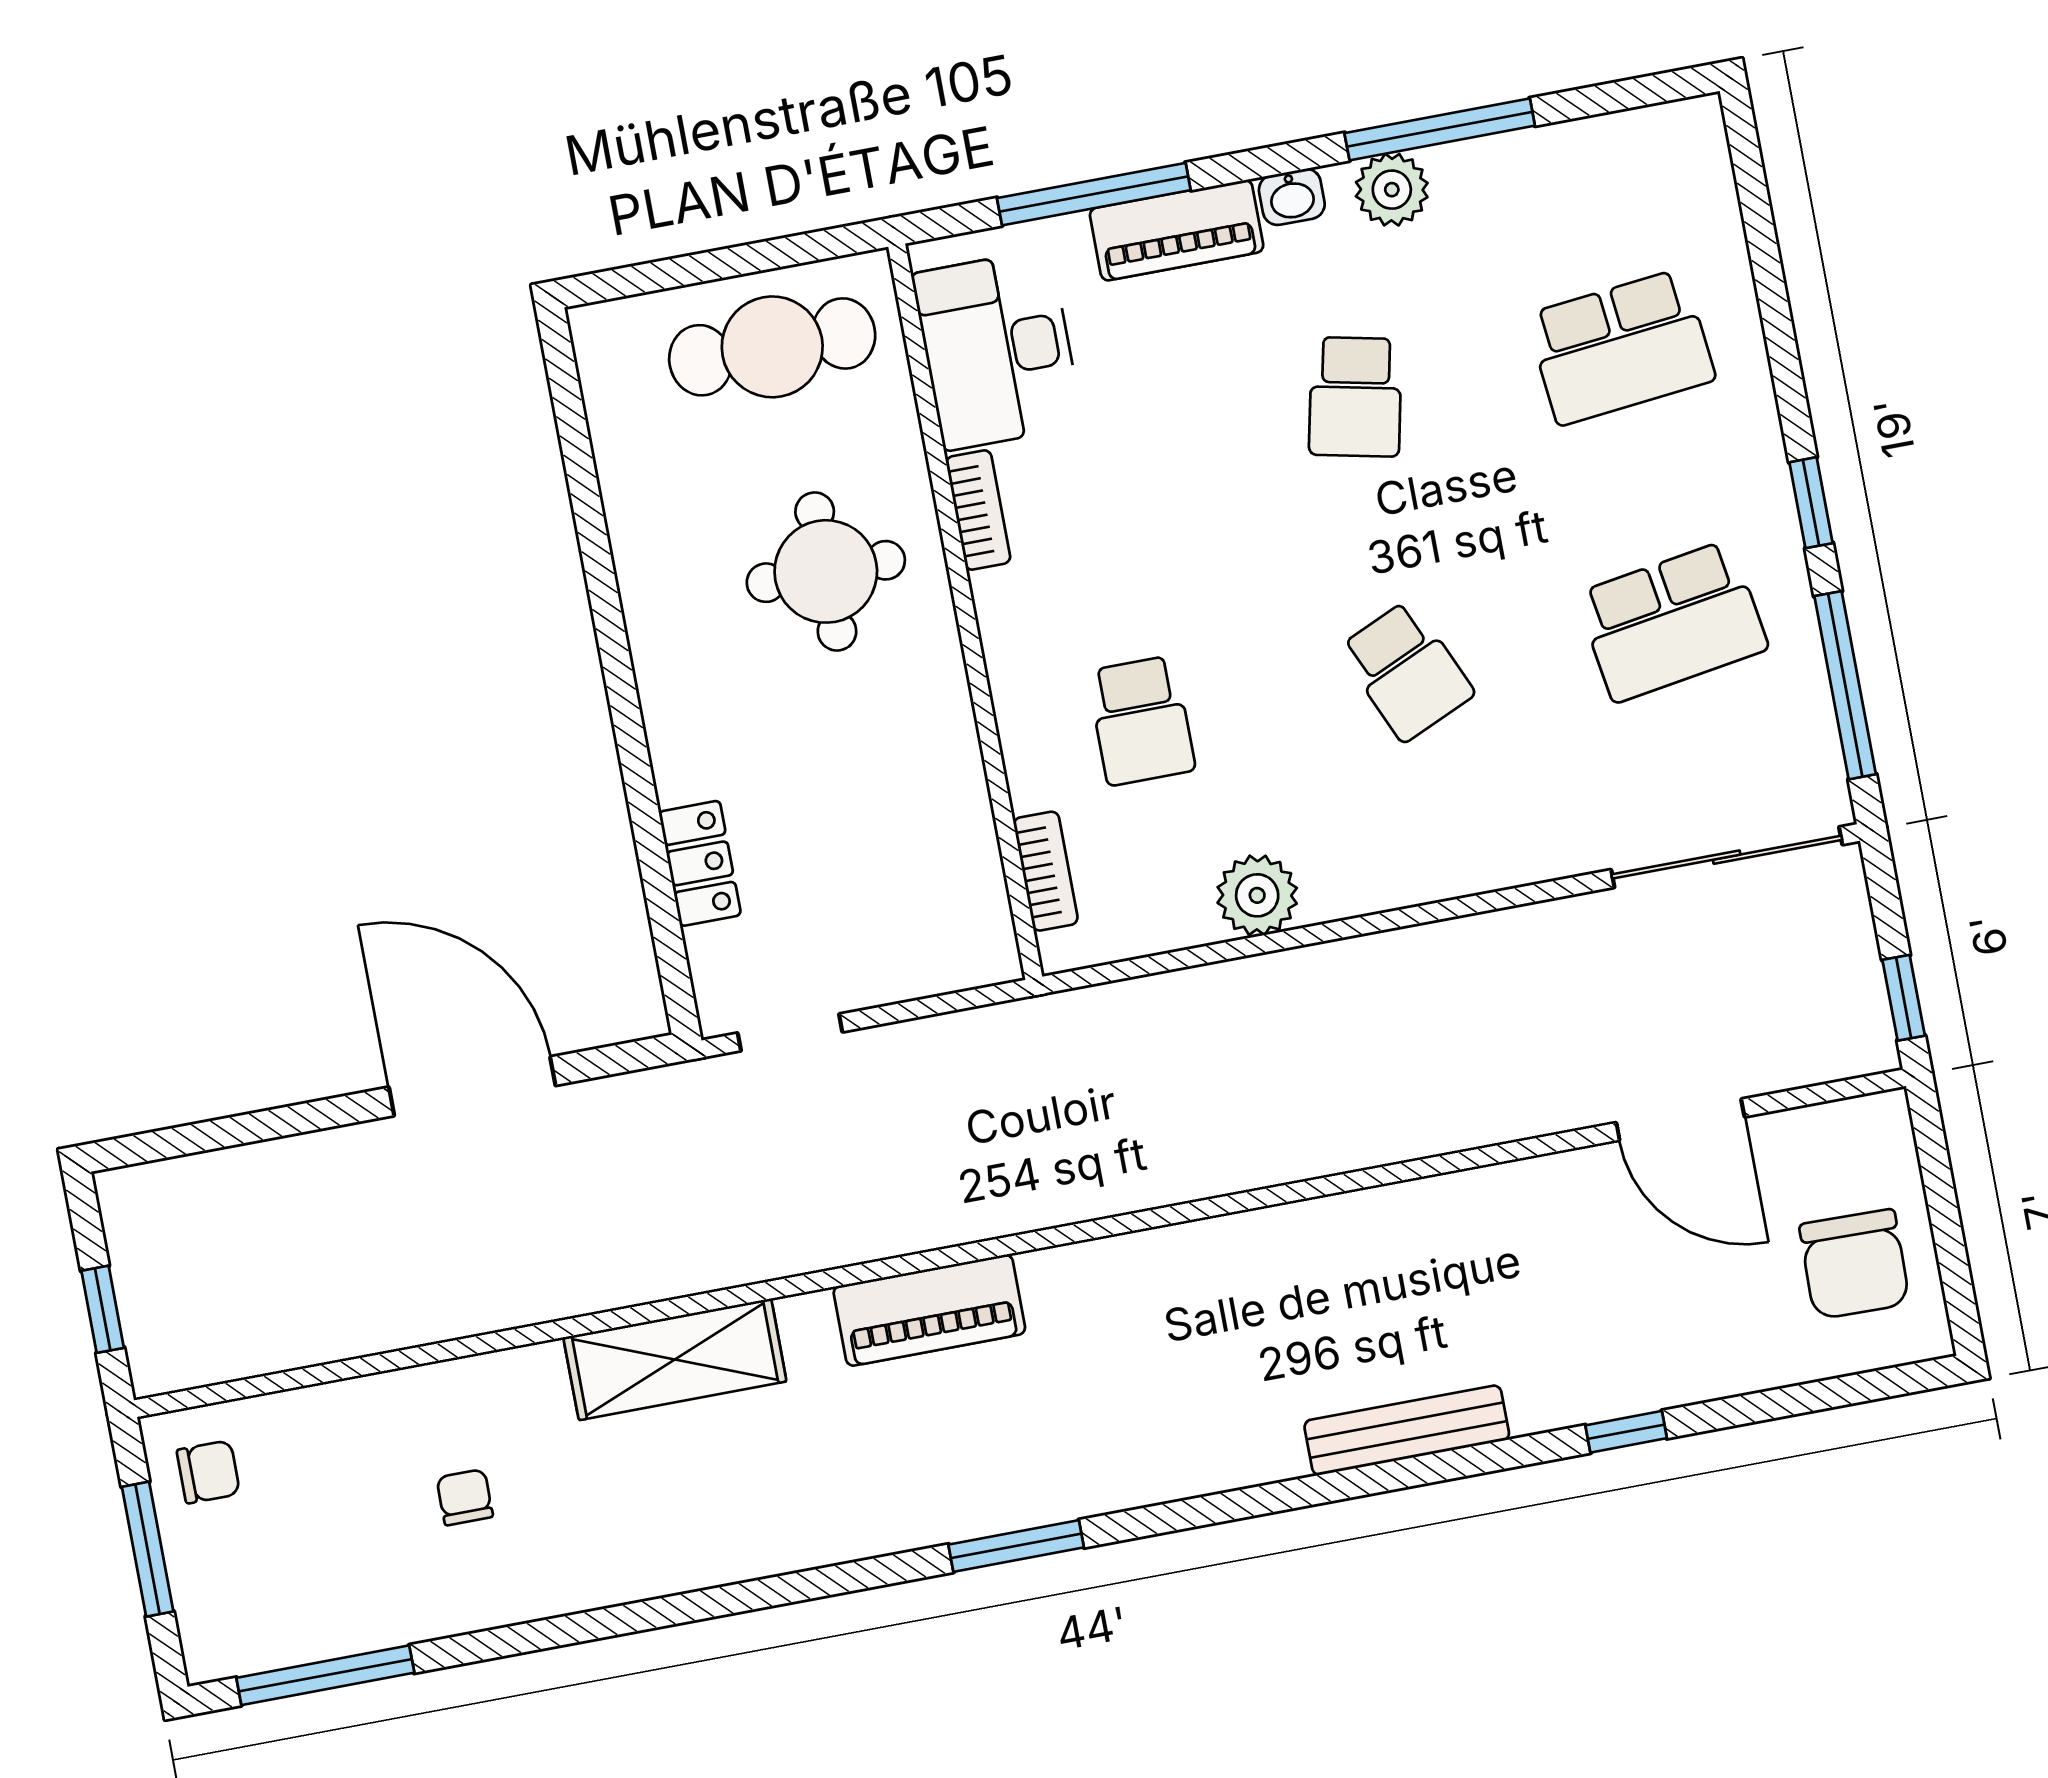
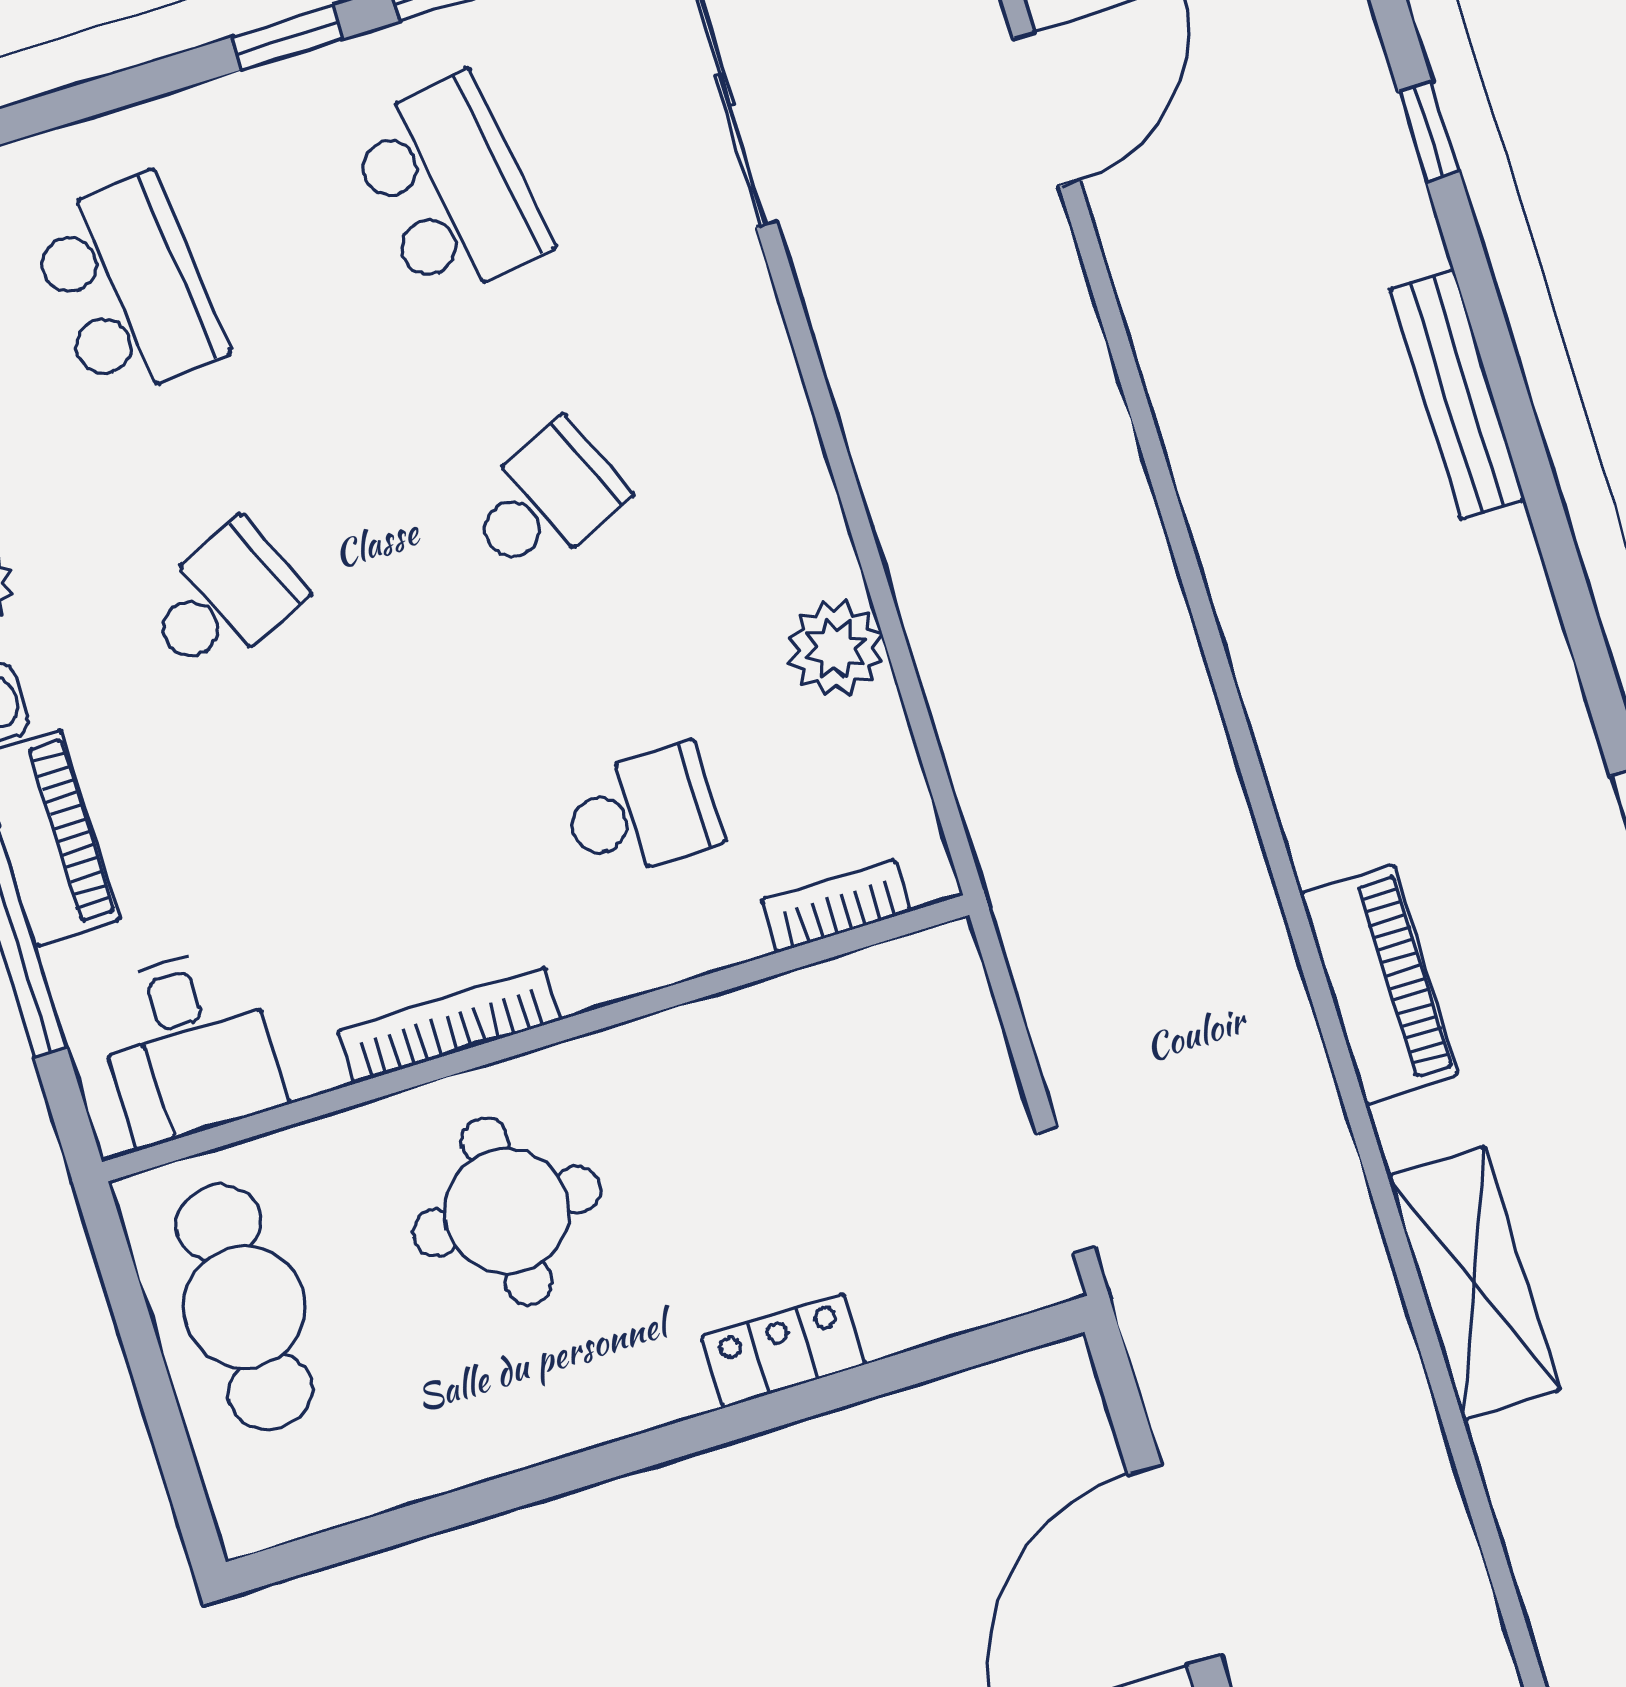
desk: (997, 350) -> (188, 1045), width x0.73
school desk: (1355, 397) -> (224, 600), turned -36
bookcase: (978, 510) -> (449, 1025), width x1.56
locker: (700, 863) -> (783, 1351), moved

